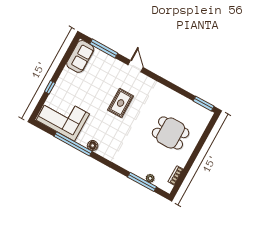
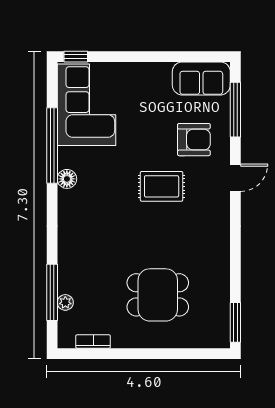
armchair: (107, 76) -> (194, 140), added
window: (50, 87) -> (76, 57), moved
dining table: (171, 133) -> (158, 295), turned 90

